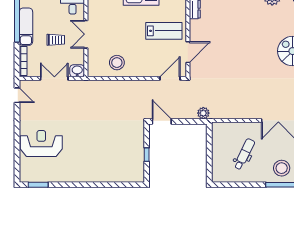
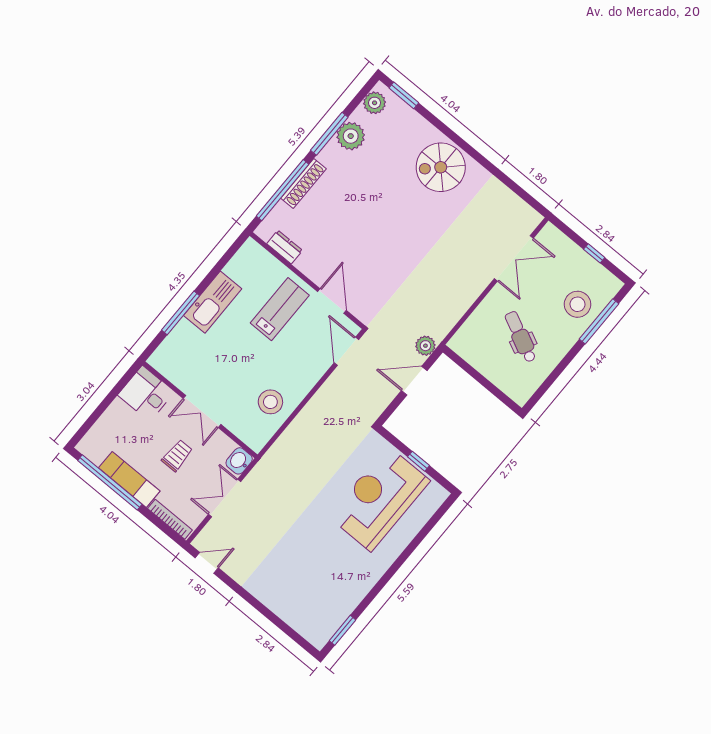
door: (162, 121) -> (414, 381), moved
reception desk: (41, 144) -> (379, 499), moved, width x1.36, depth x1.30

